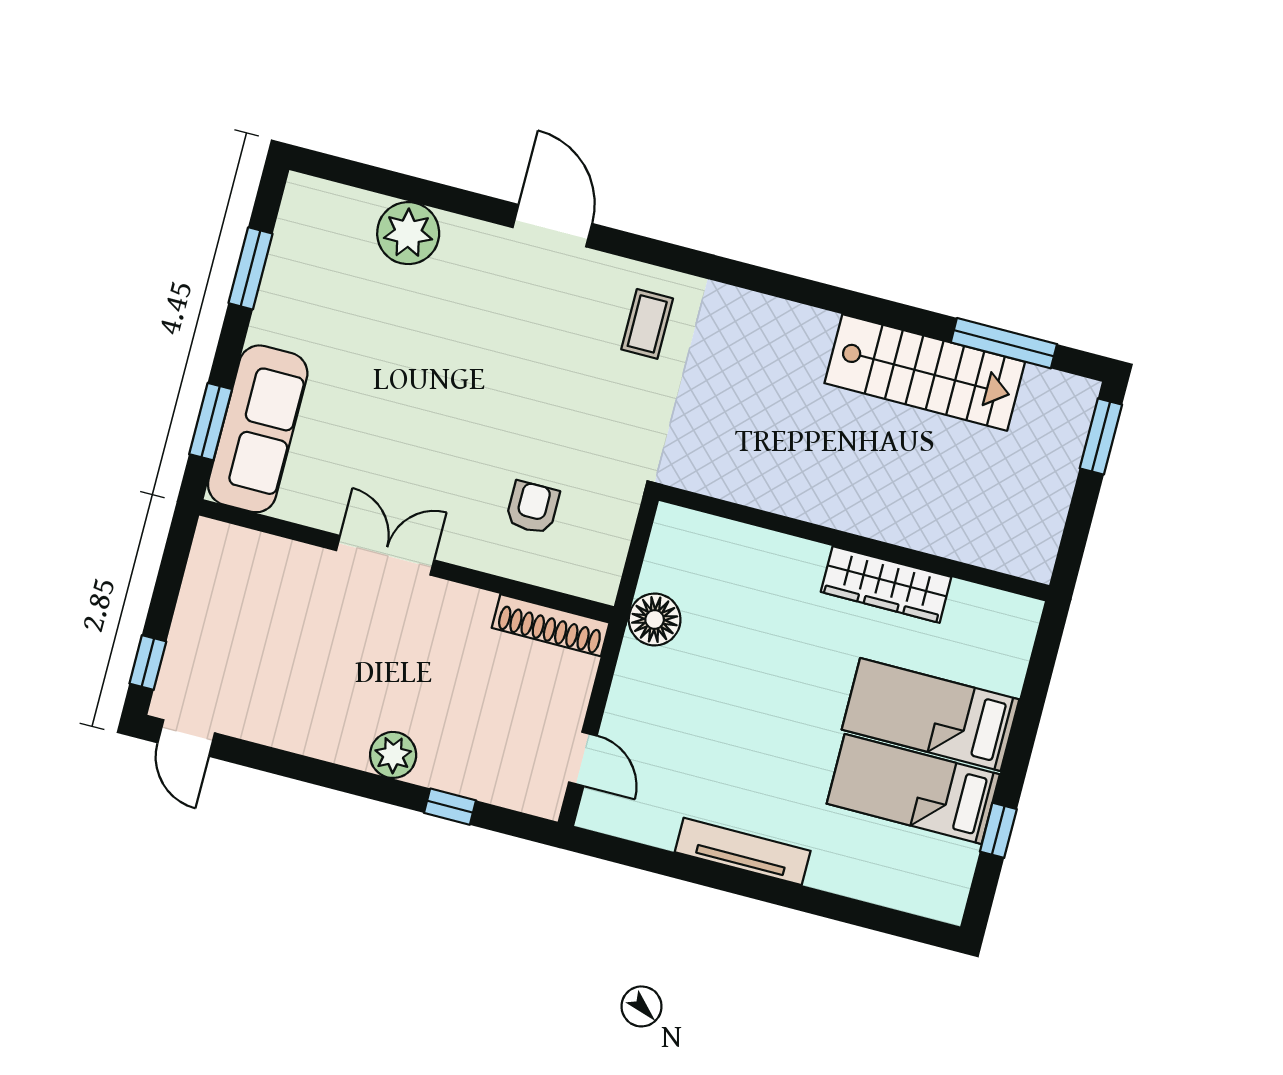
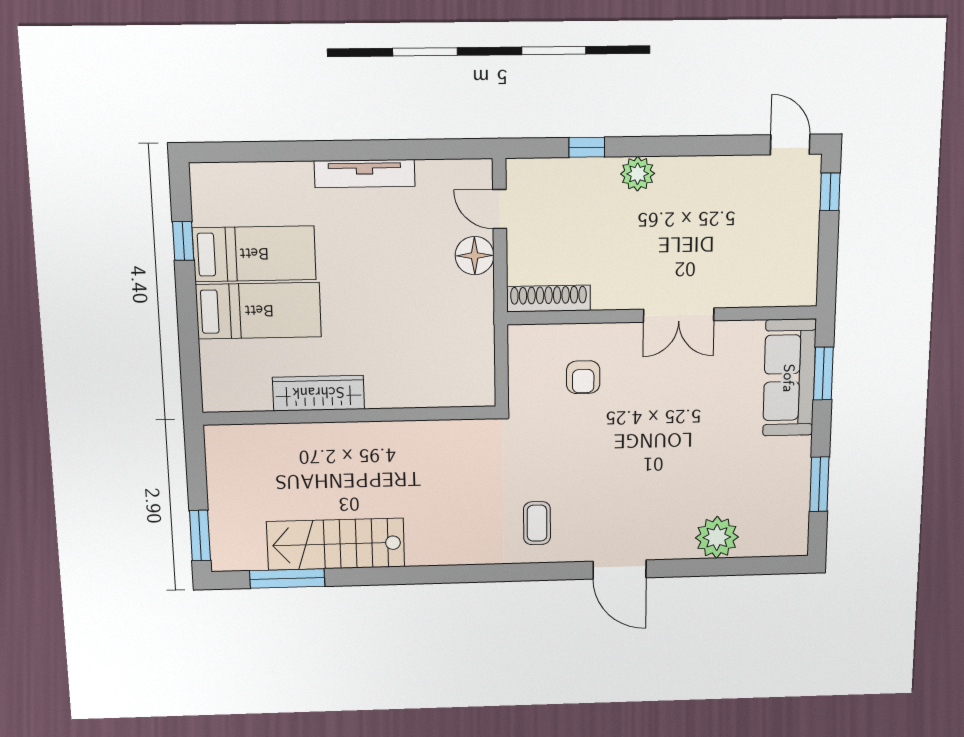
floor lamp: (655, 620) -> (475, 256), moved

